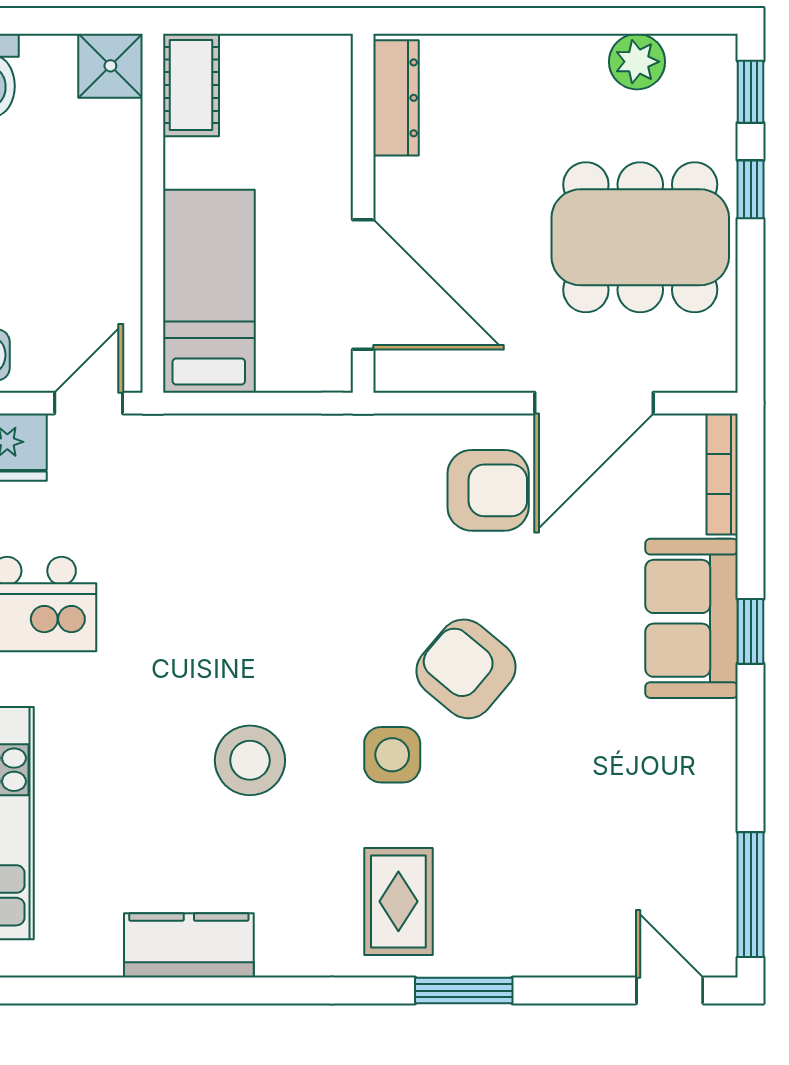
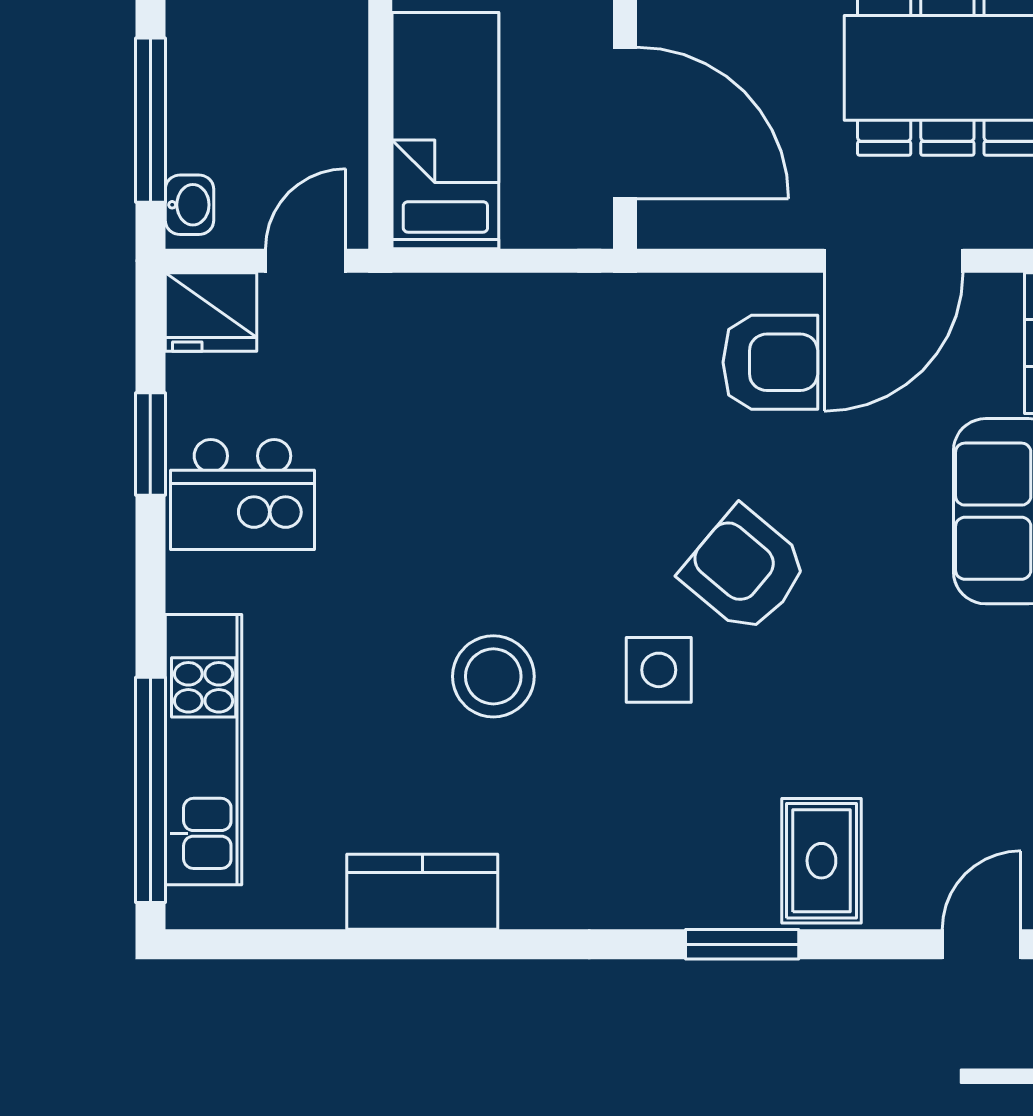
rug: (398, 901) -> (821, 861), moved
door: (670, 991) -> (982, 944), hinge flipped

